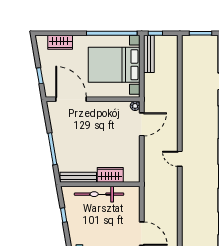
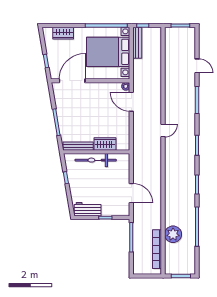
door: (71, 99) -> (72, 81), hinge flipped
door: (142, 124) -> (131, 102), swing flipped
door: (180, 159) -> (163, 131), swing flipped

